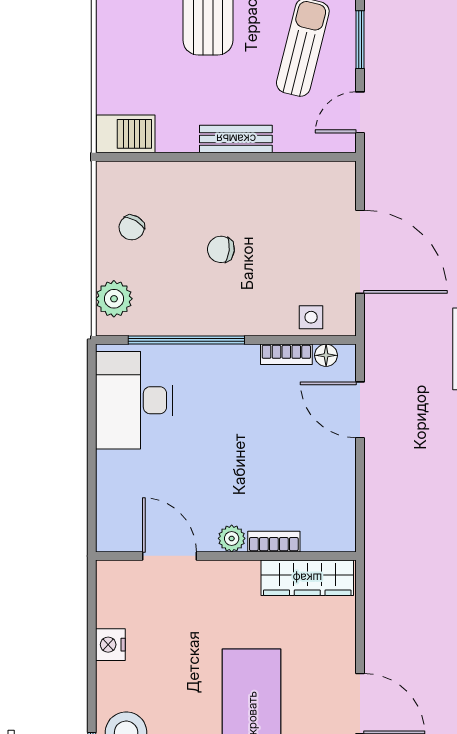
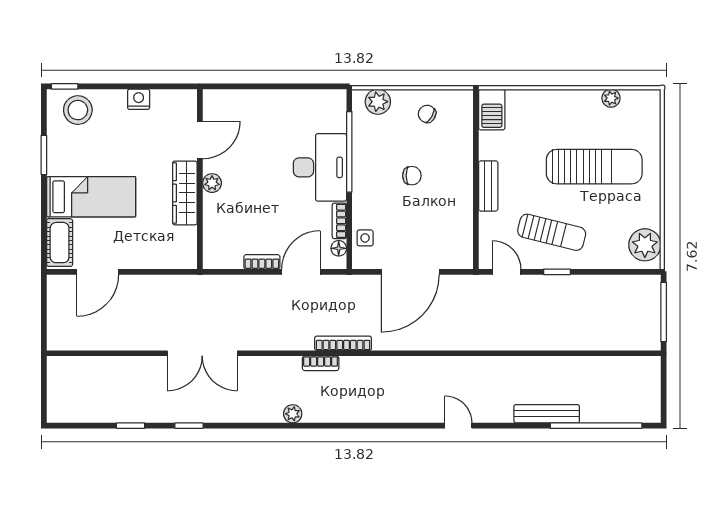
window: (360, 40) -> (557, 272), width x0.67
chair: (221, 249) -> (412, 176), turned 84
desk: (134, 400) -> (320, 167), moved, turned 90
bookcase: (274, 542) -> (262, 262), moved, turned -90
wardrobe: (307, 578) -> (185, 193), moved

